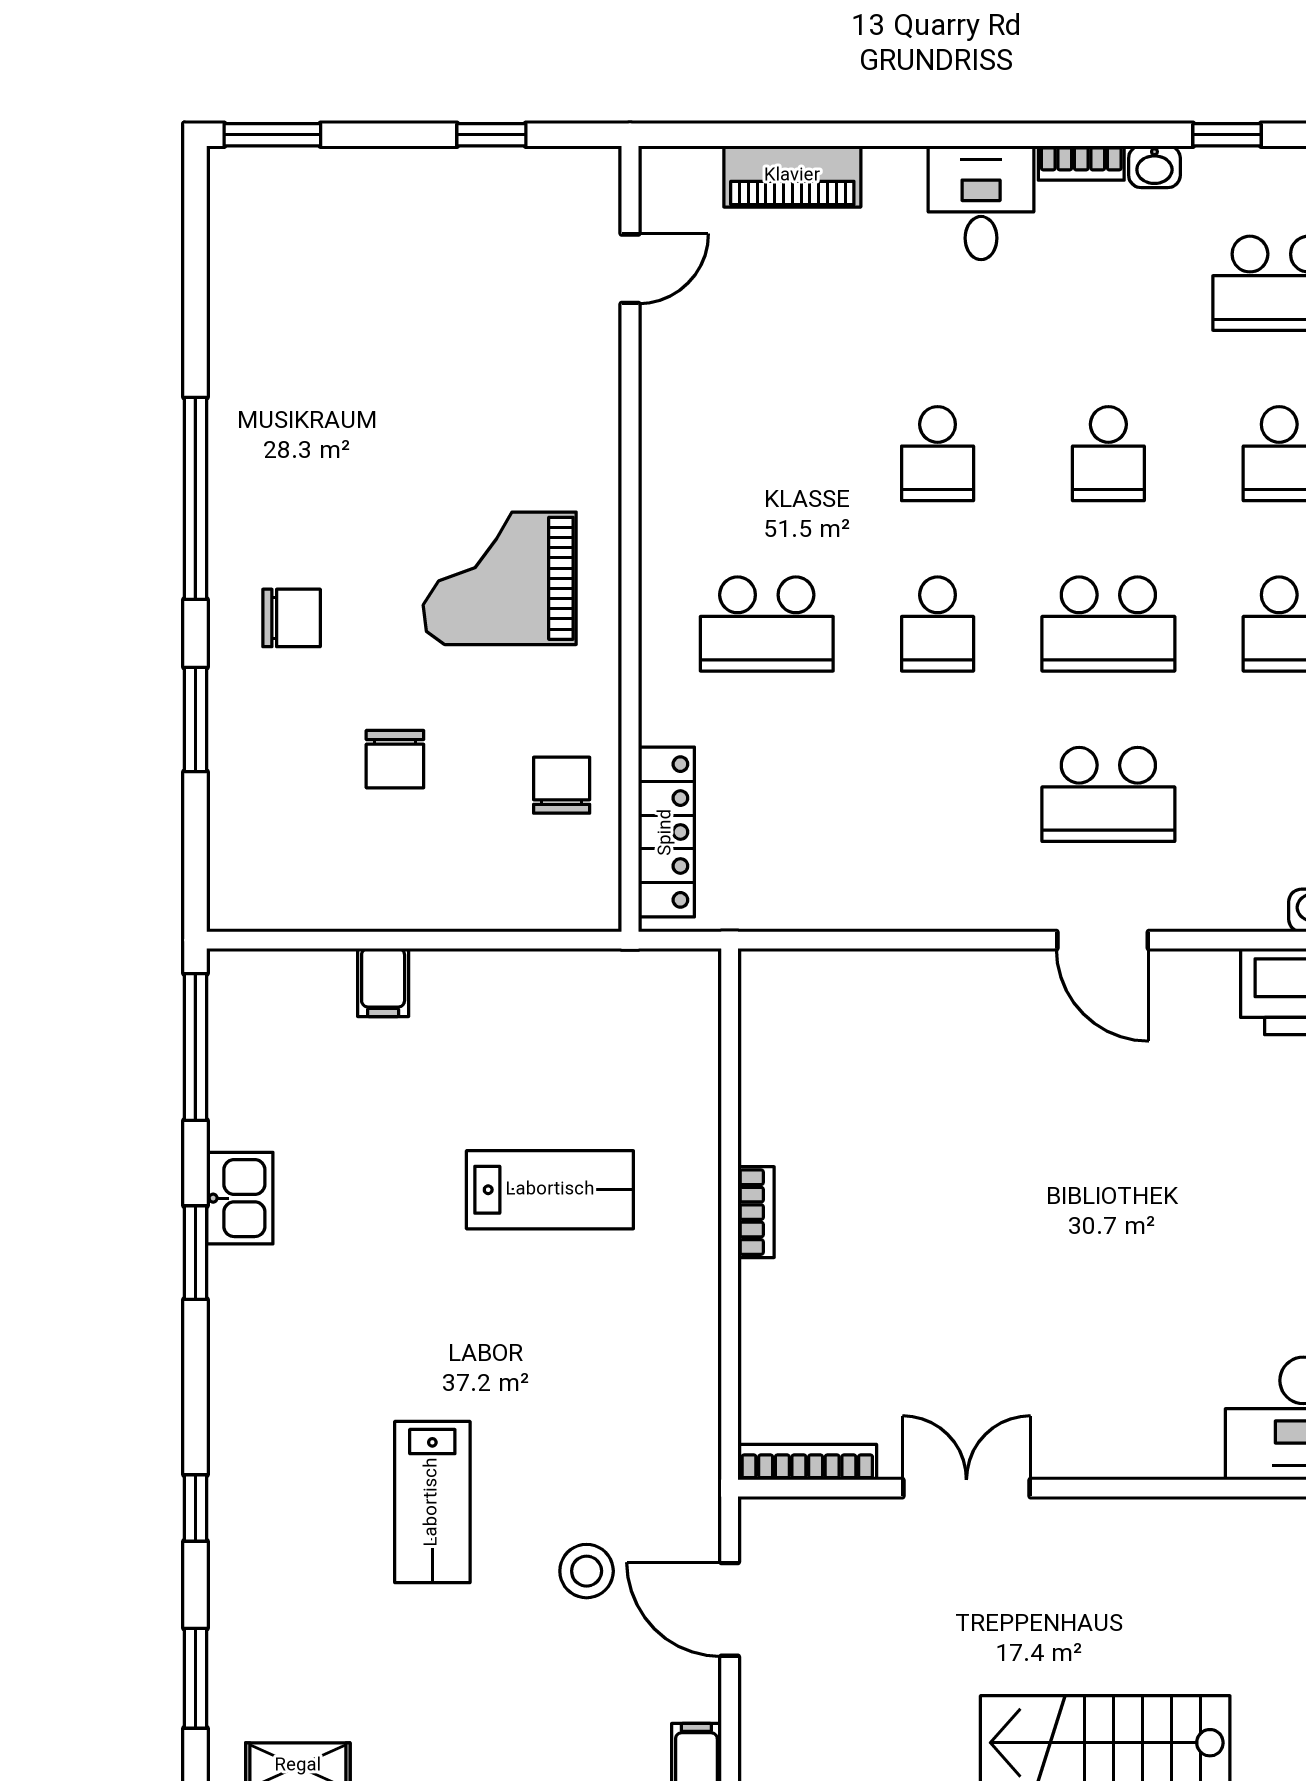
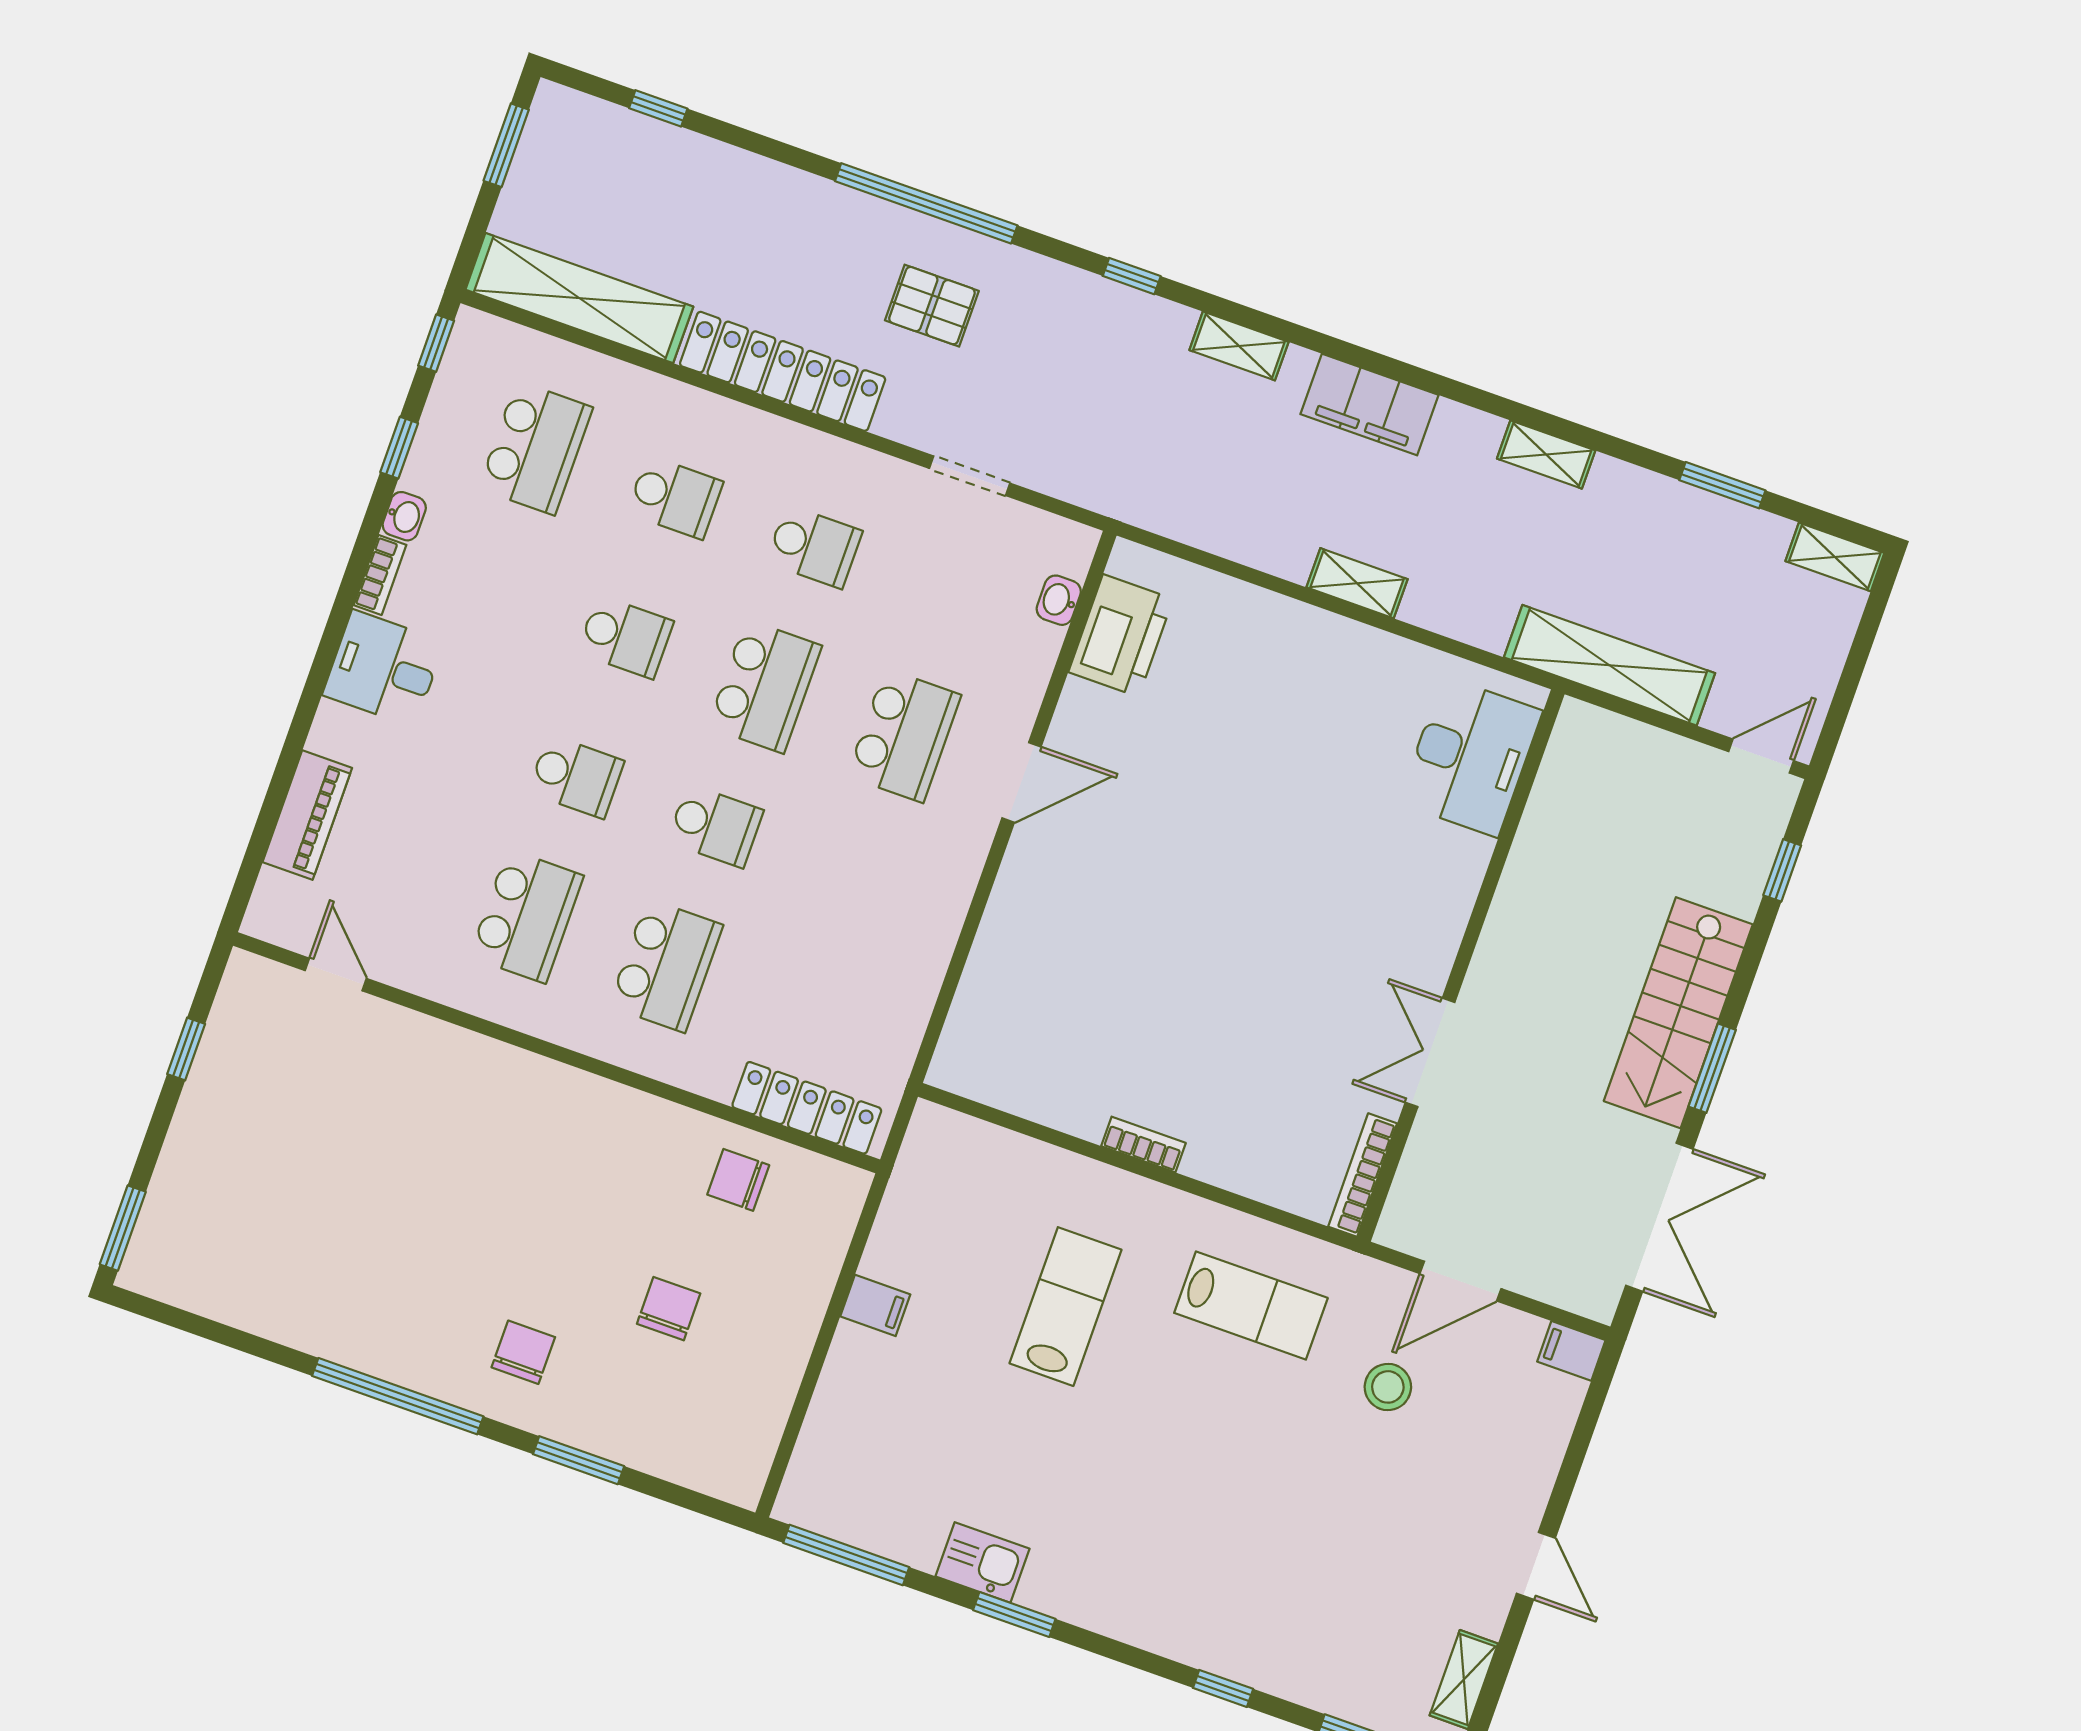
school desk: (767, 454) -> (527, 916), added
grand piano: (500, 578) -> (551, 1171), removed
chair: (395, 759) -> (669, 1309), turned -90
filing cabinet: (383, 982) -> (875, 1305), moved
lab bench: (432, 1502) -> (1251, 1305), moved

